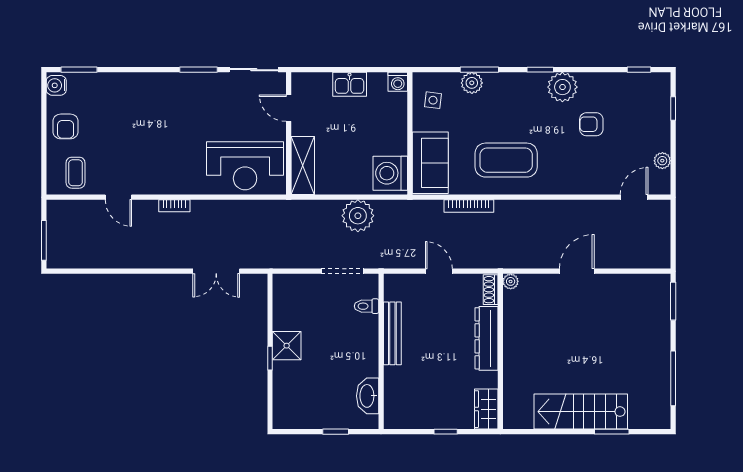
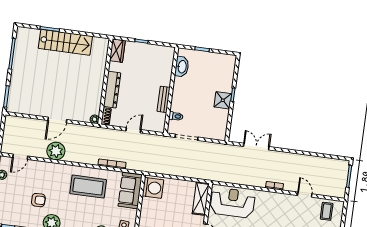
plant: (358, 216) -> (56, 151), moved
door: (439, 271) -> (133, 130), swing flipped
bench: (392, 333) -> (164, 99), width x0.73

